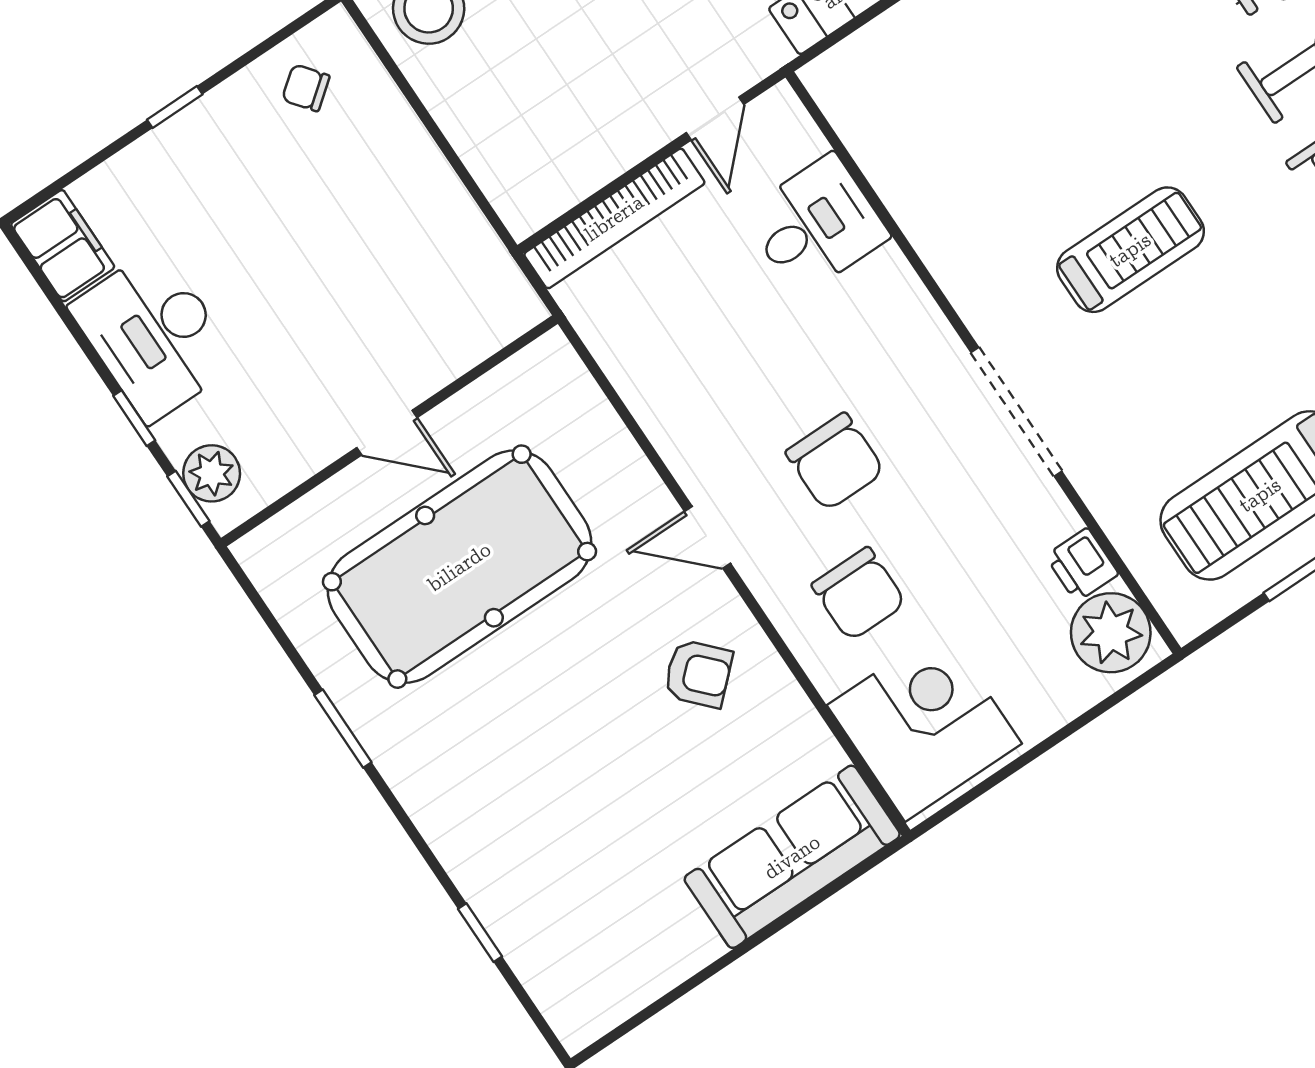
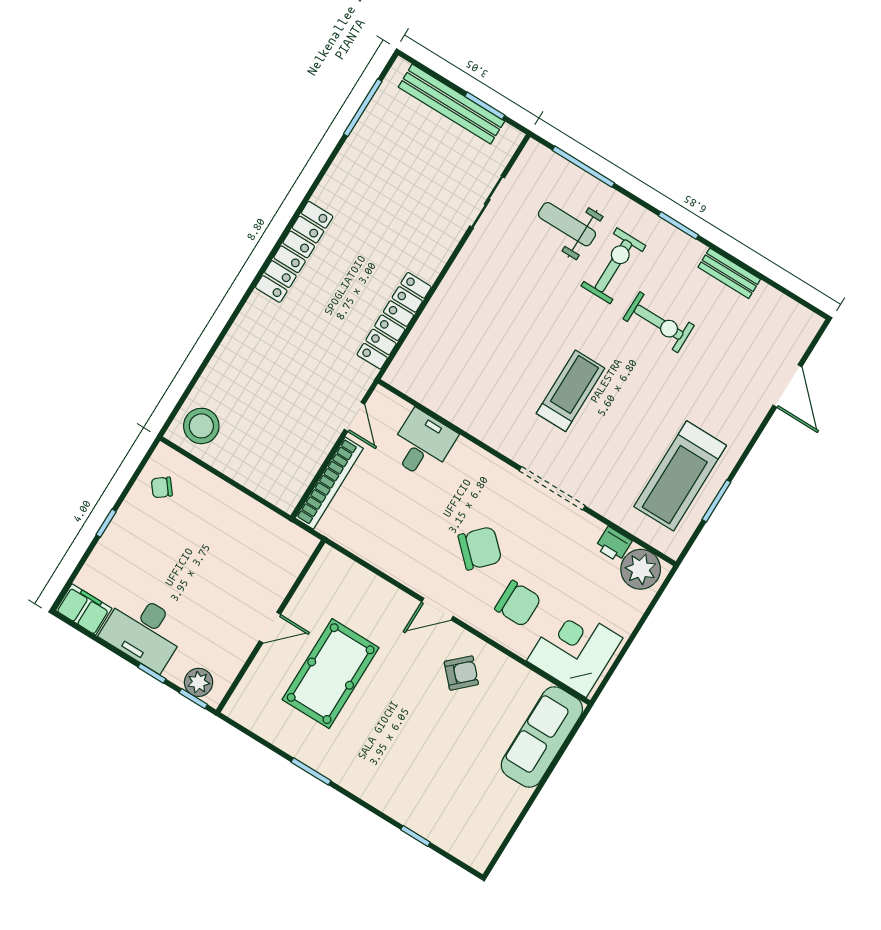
chair: (835, 462) -> (480, 548), turned -46
pool table: (459, 567) -> (331, 674), width x0.73, depth x0.76

